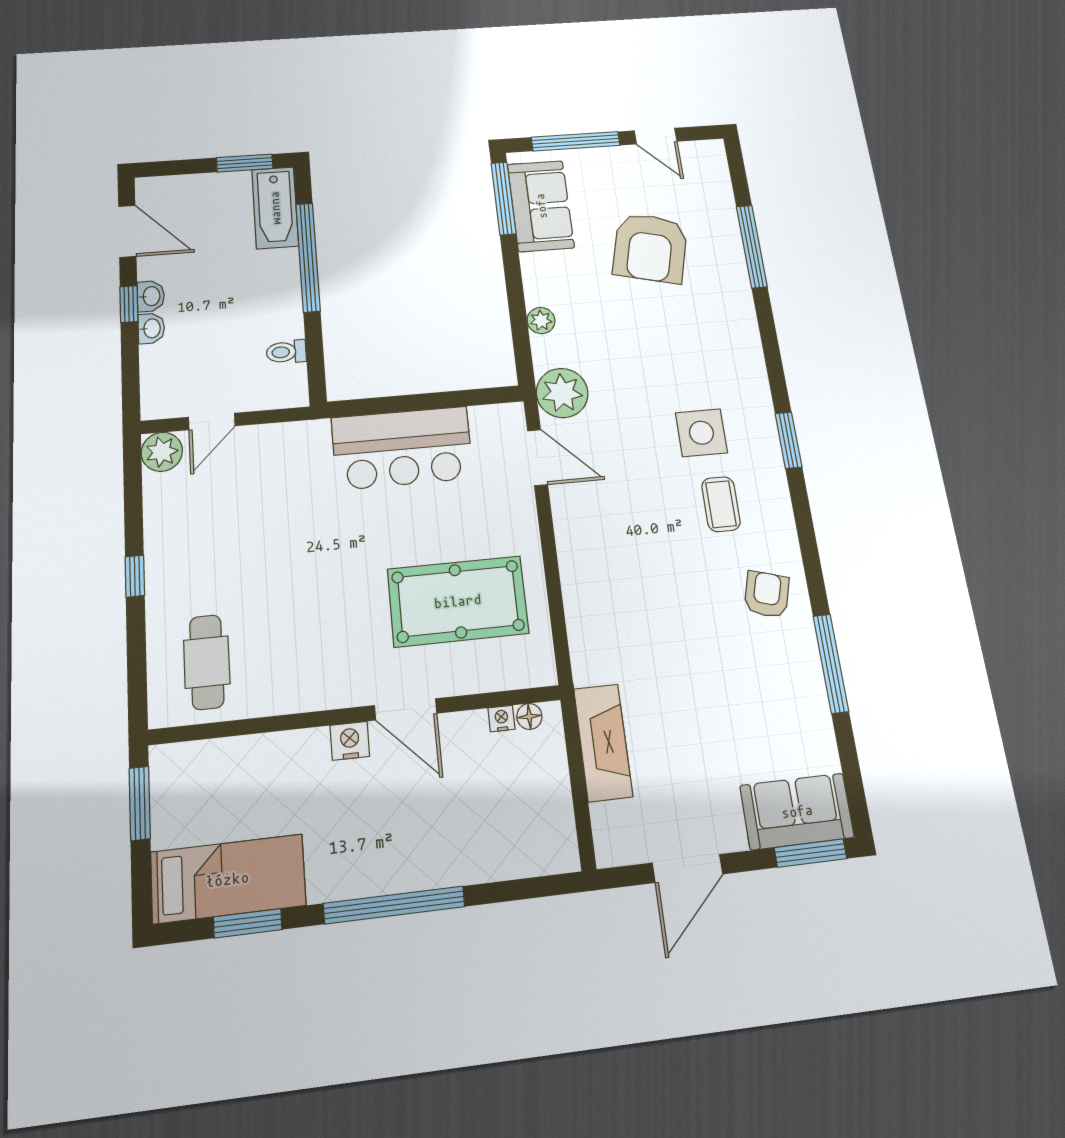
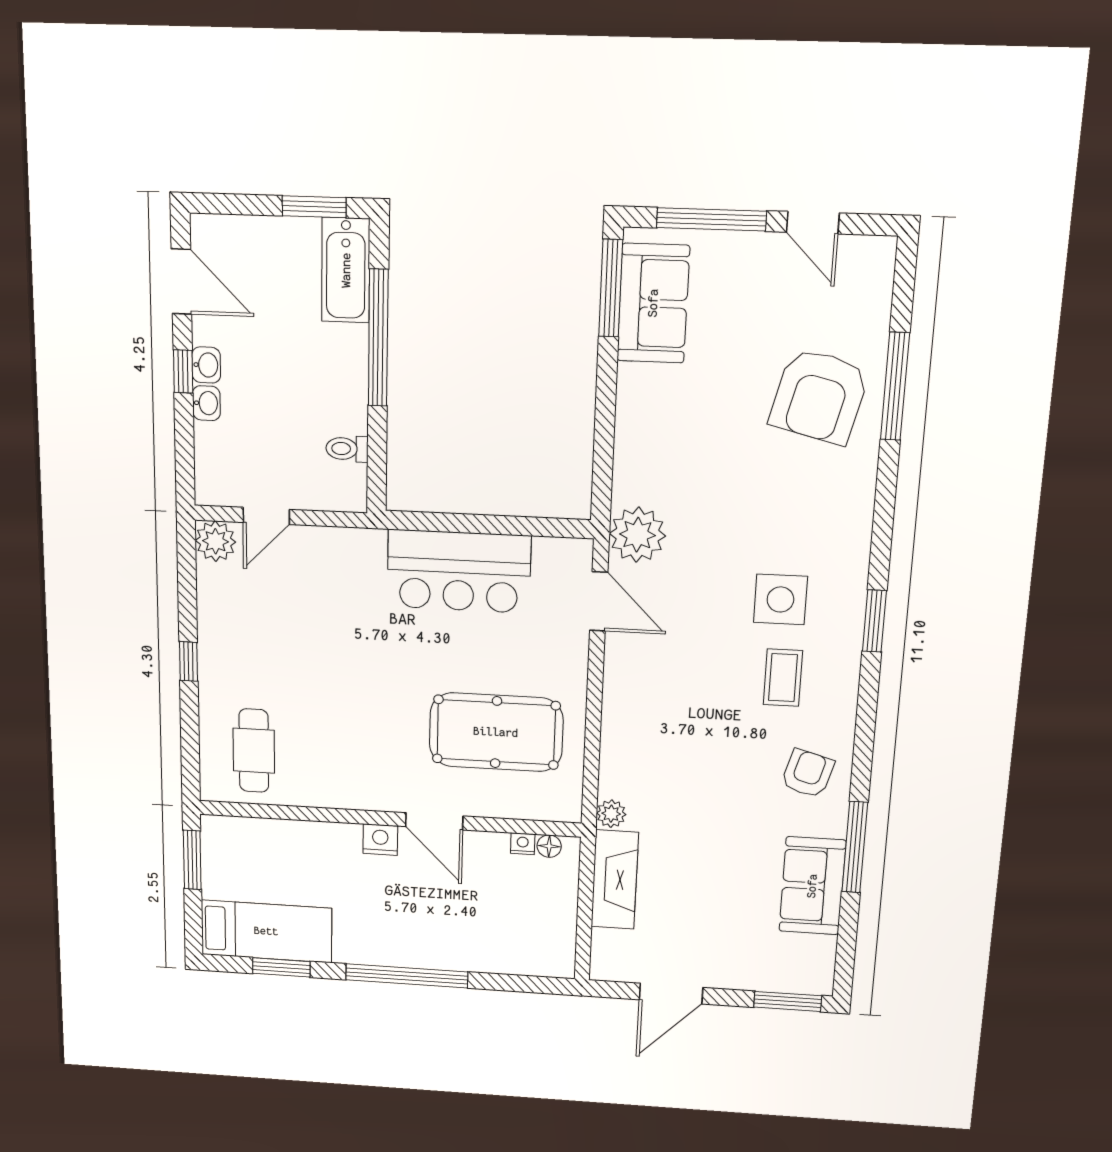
armchair: (650, 248) -> (819, 396), moved
plant: (541, 321) -> (611, 814), moved
sofa: (797, 811) -> (812, 886), moved, turned -90

